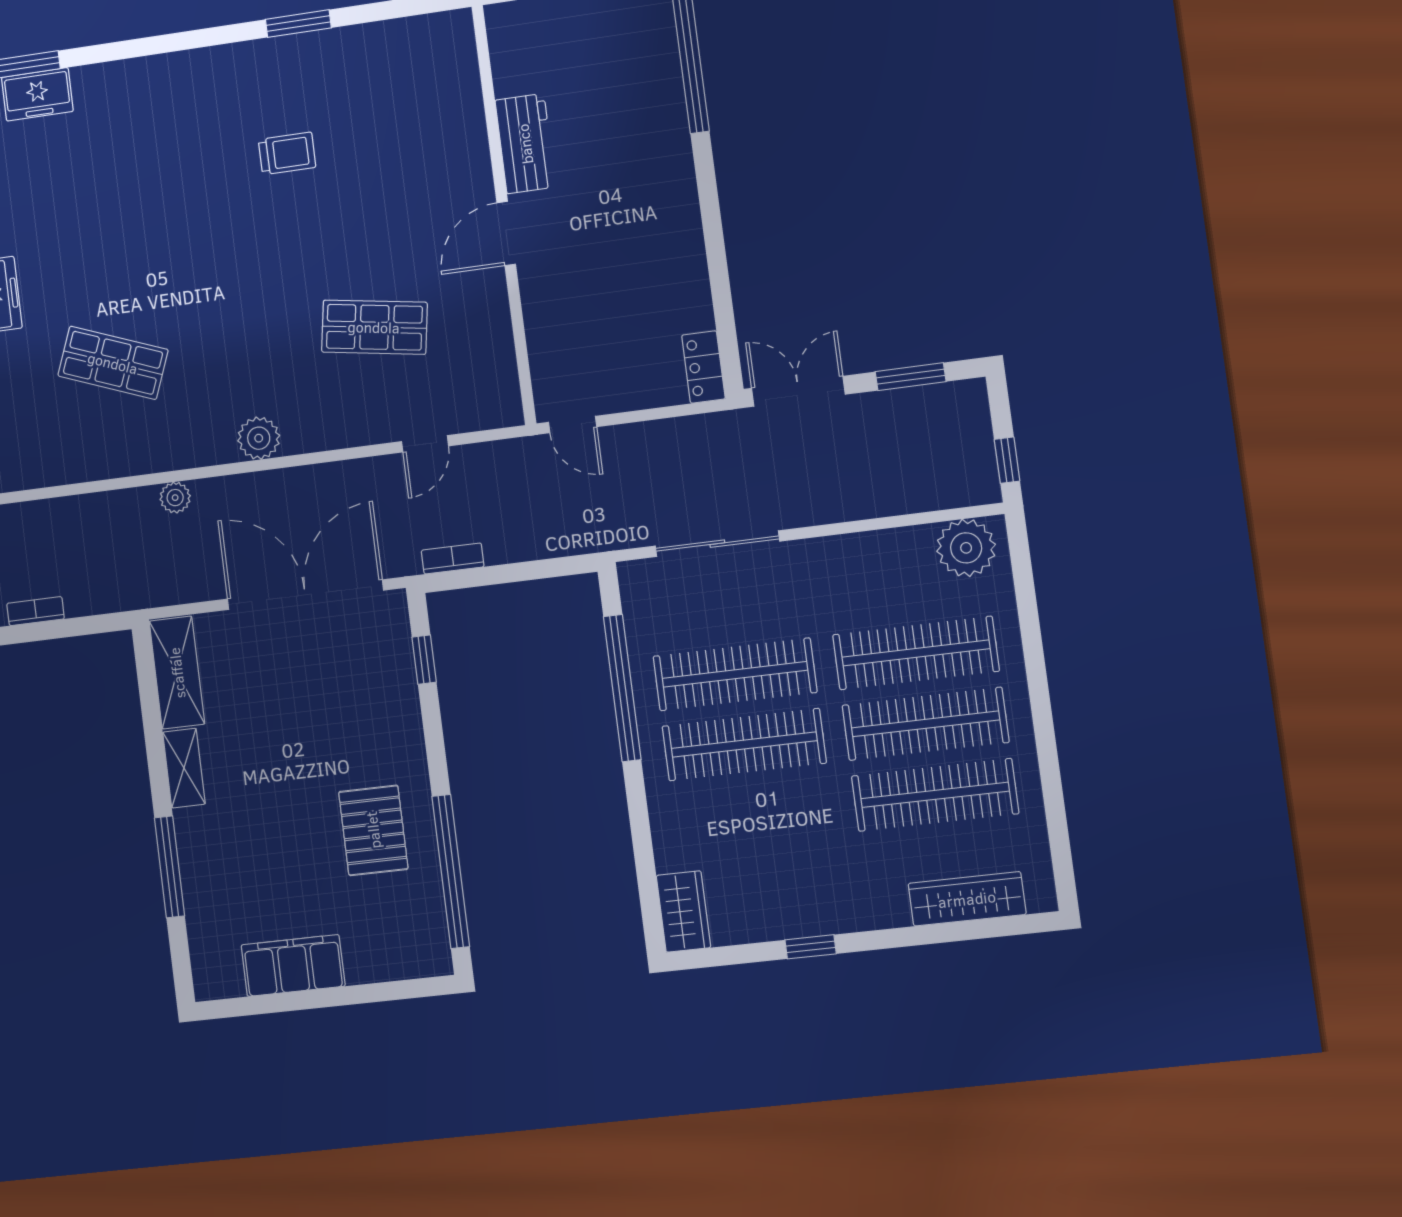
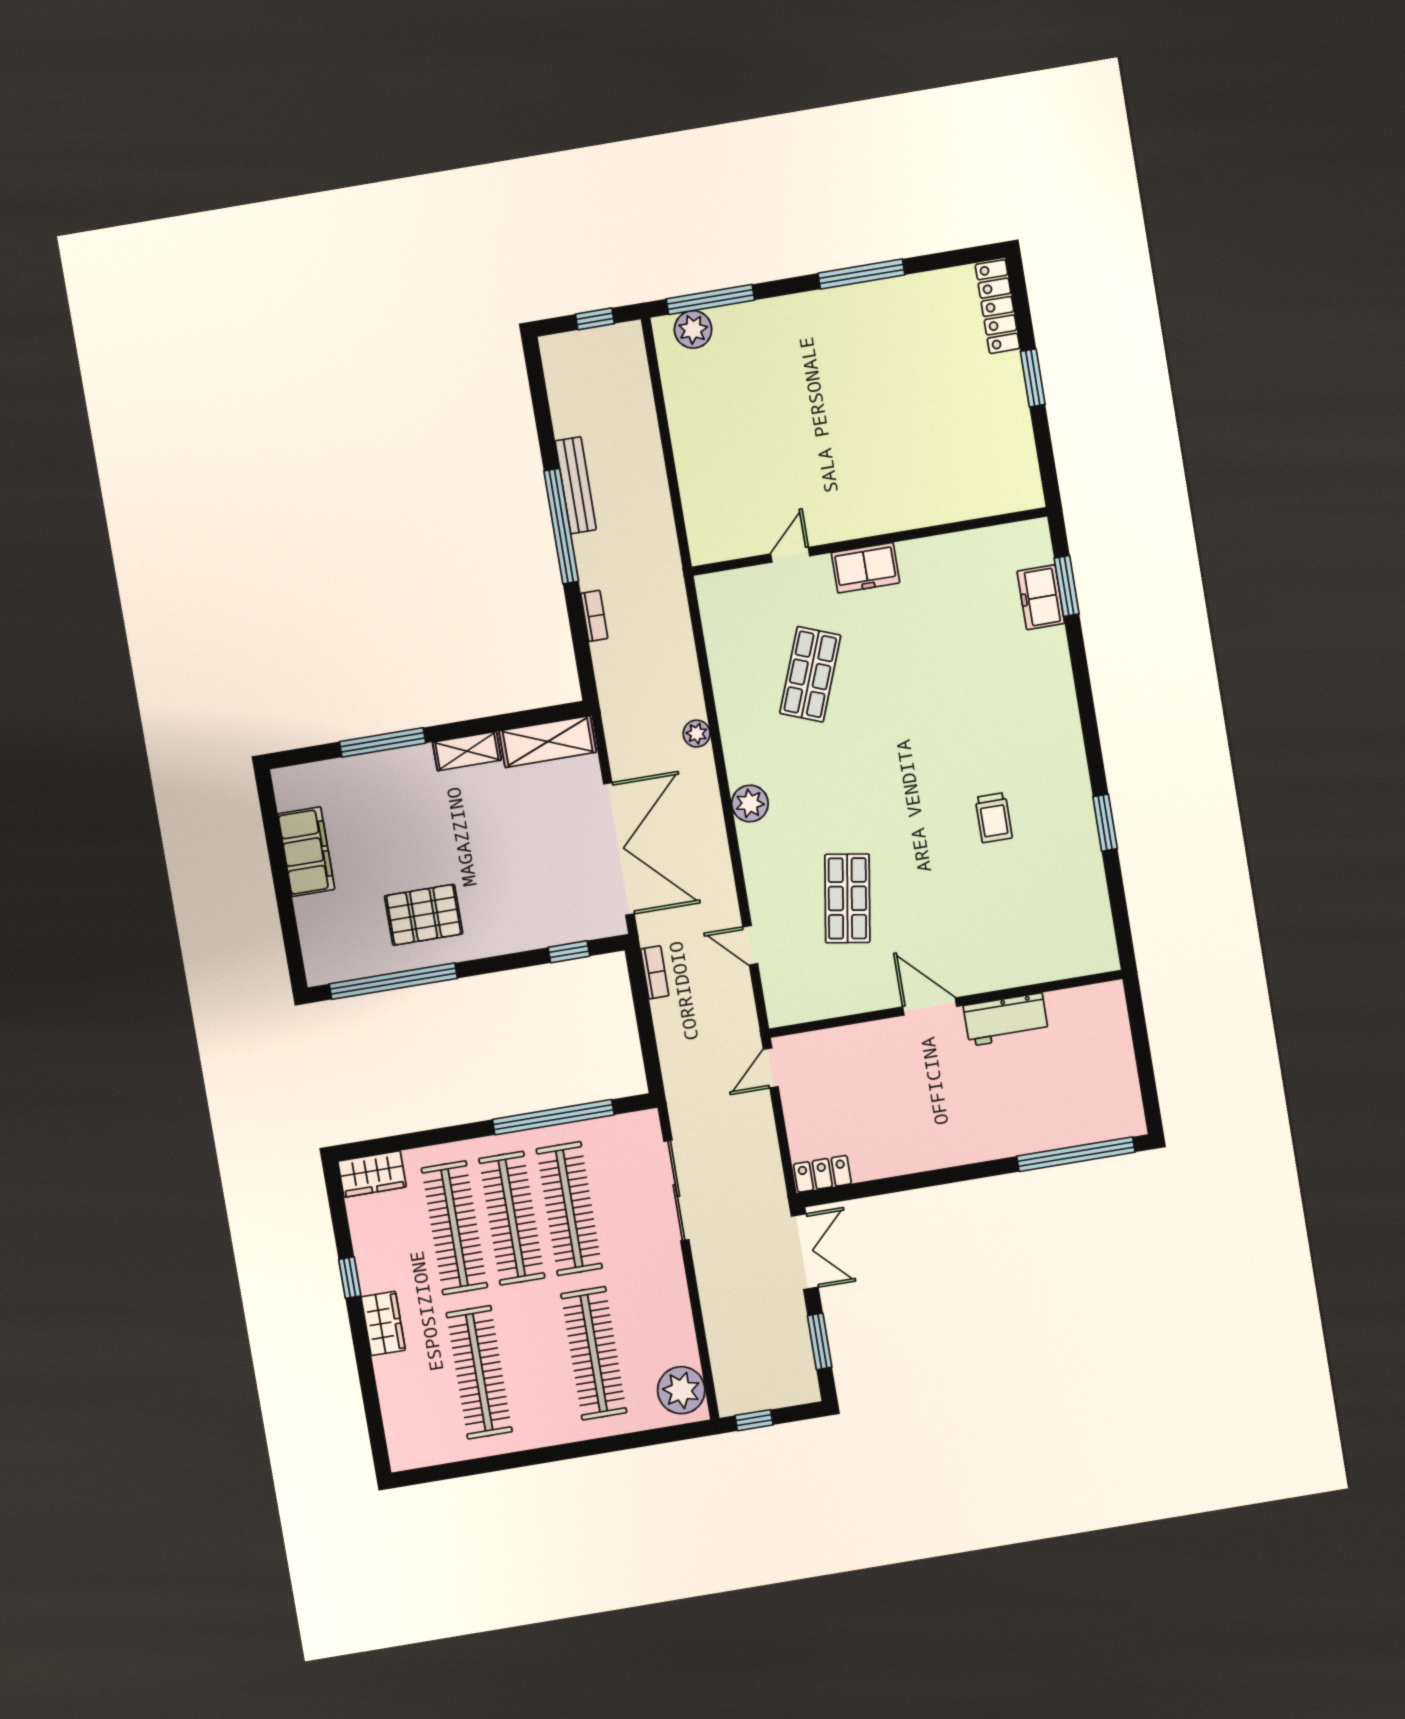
clothes rail: (925, 724) -> (454, 1228), moved
wardrobe: (967, 899) -> (383, 1323), moved, width x0.67

